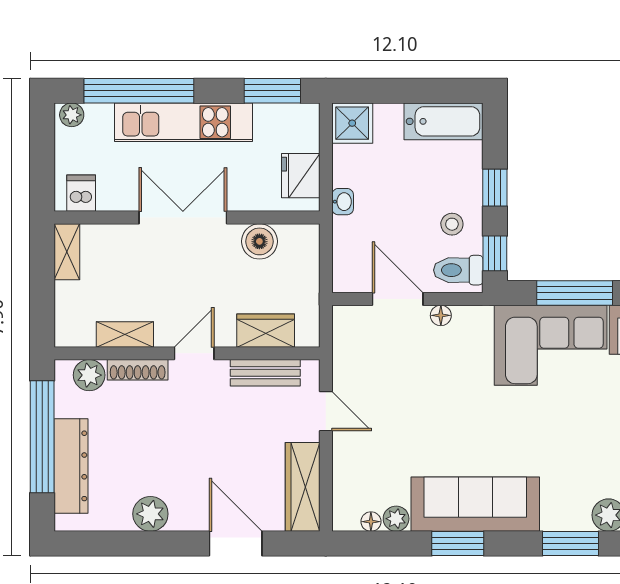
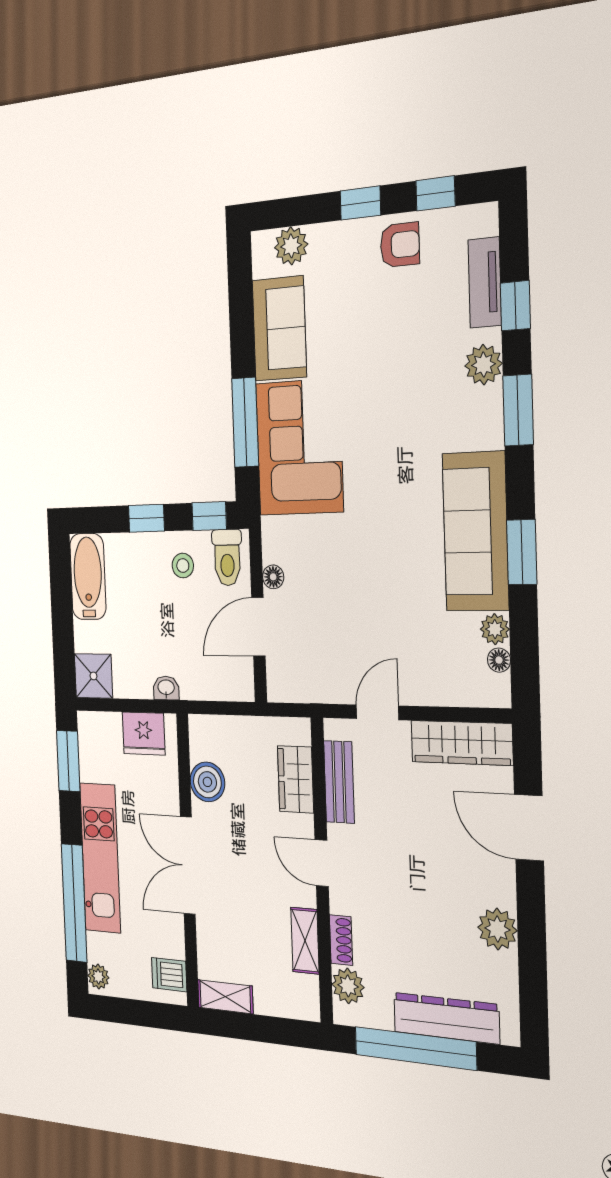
shoe rack: (138, 370) -> (341, 940), width x0.70
door: (236, 544) -> (529, 828), hinge flipped

